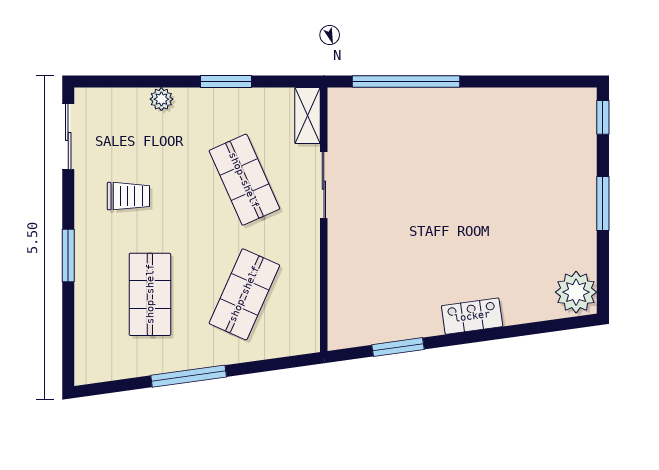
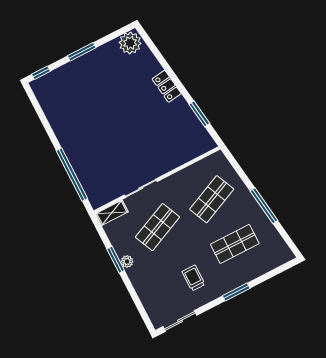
plant: (161, 99) -> (127, 261), moved
shop shelf: (244, 294) -> (212, 199), turned -48

